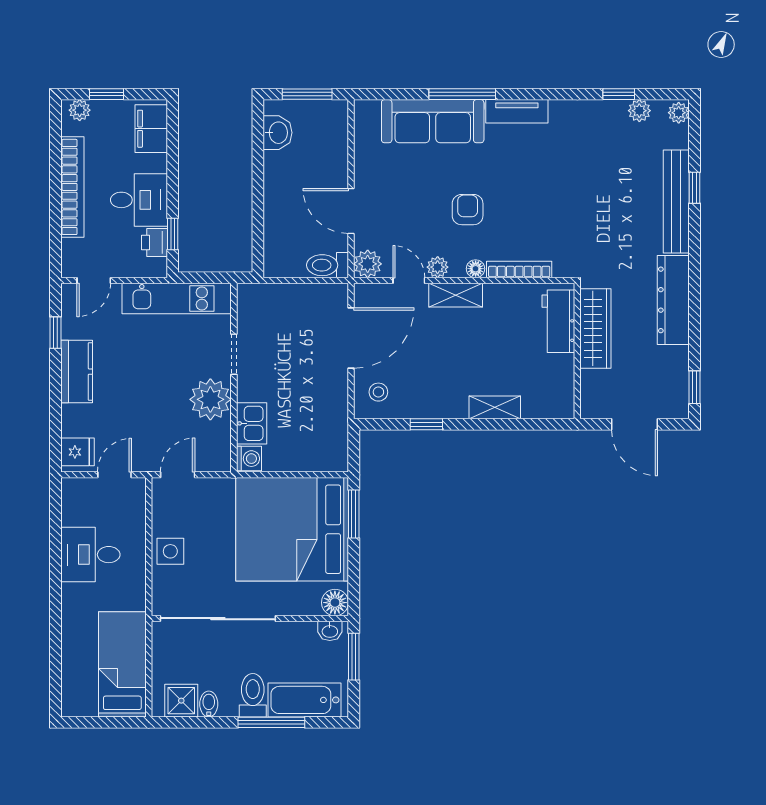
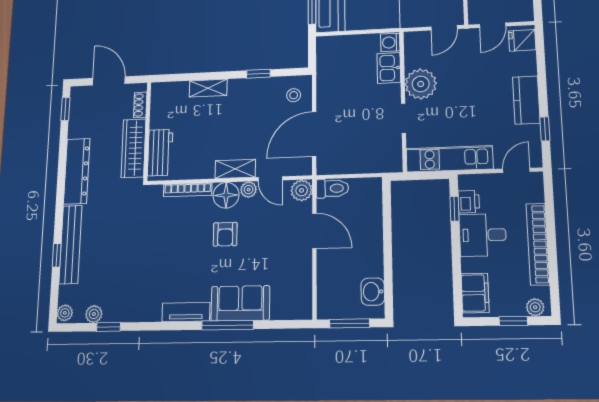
sofa: (433, 121) -> (240, 303), width x0.73
floor lamp: (476, 269) -> (226, 195), width x1.89, depth x1.89
shoe rack: (589, 388) -> (140, 105), added

